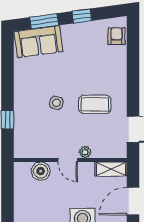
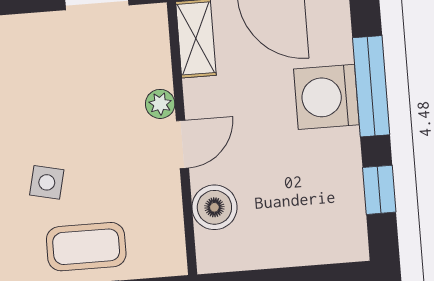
coffee table: (95, 104) -> (86, 247), moved, turned 90

